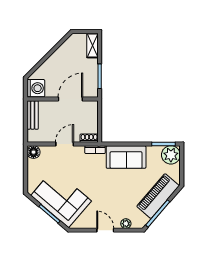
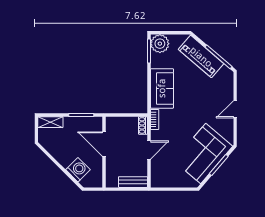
washing machine: (36, 88) -> (78, 170), moved, turned 45
bench: (33, 115) -> (133, 182), moved
door: (65, 144) -> (149, 150), swing flipped
floor lamp: (33, 152) -> (157, 181), removed
plant: (126, 224) -> (229, 89), removed

